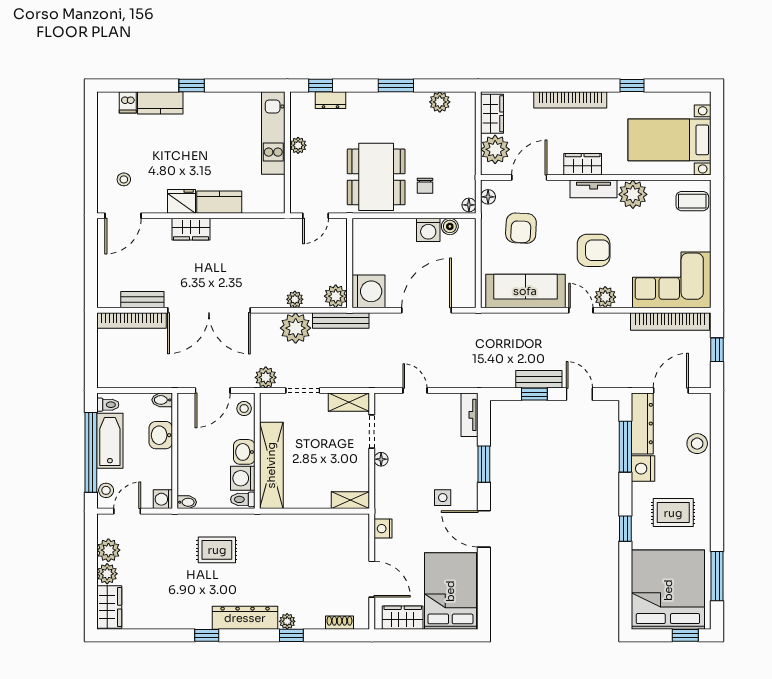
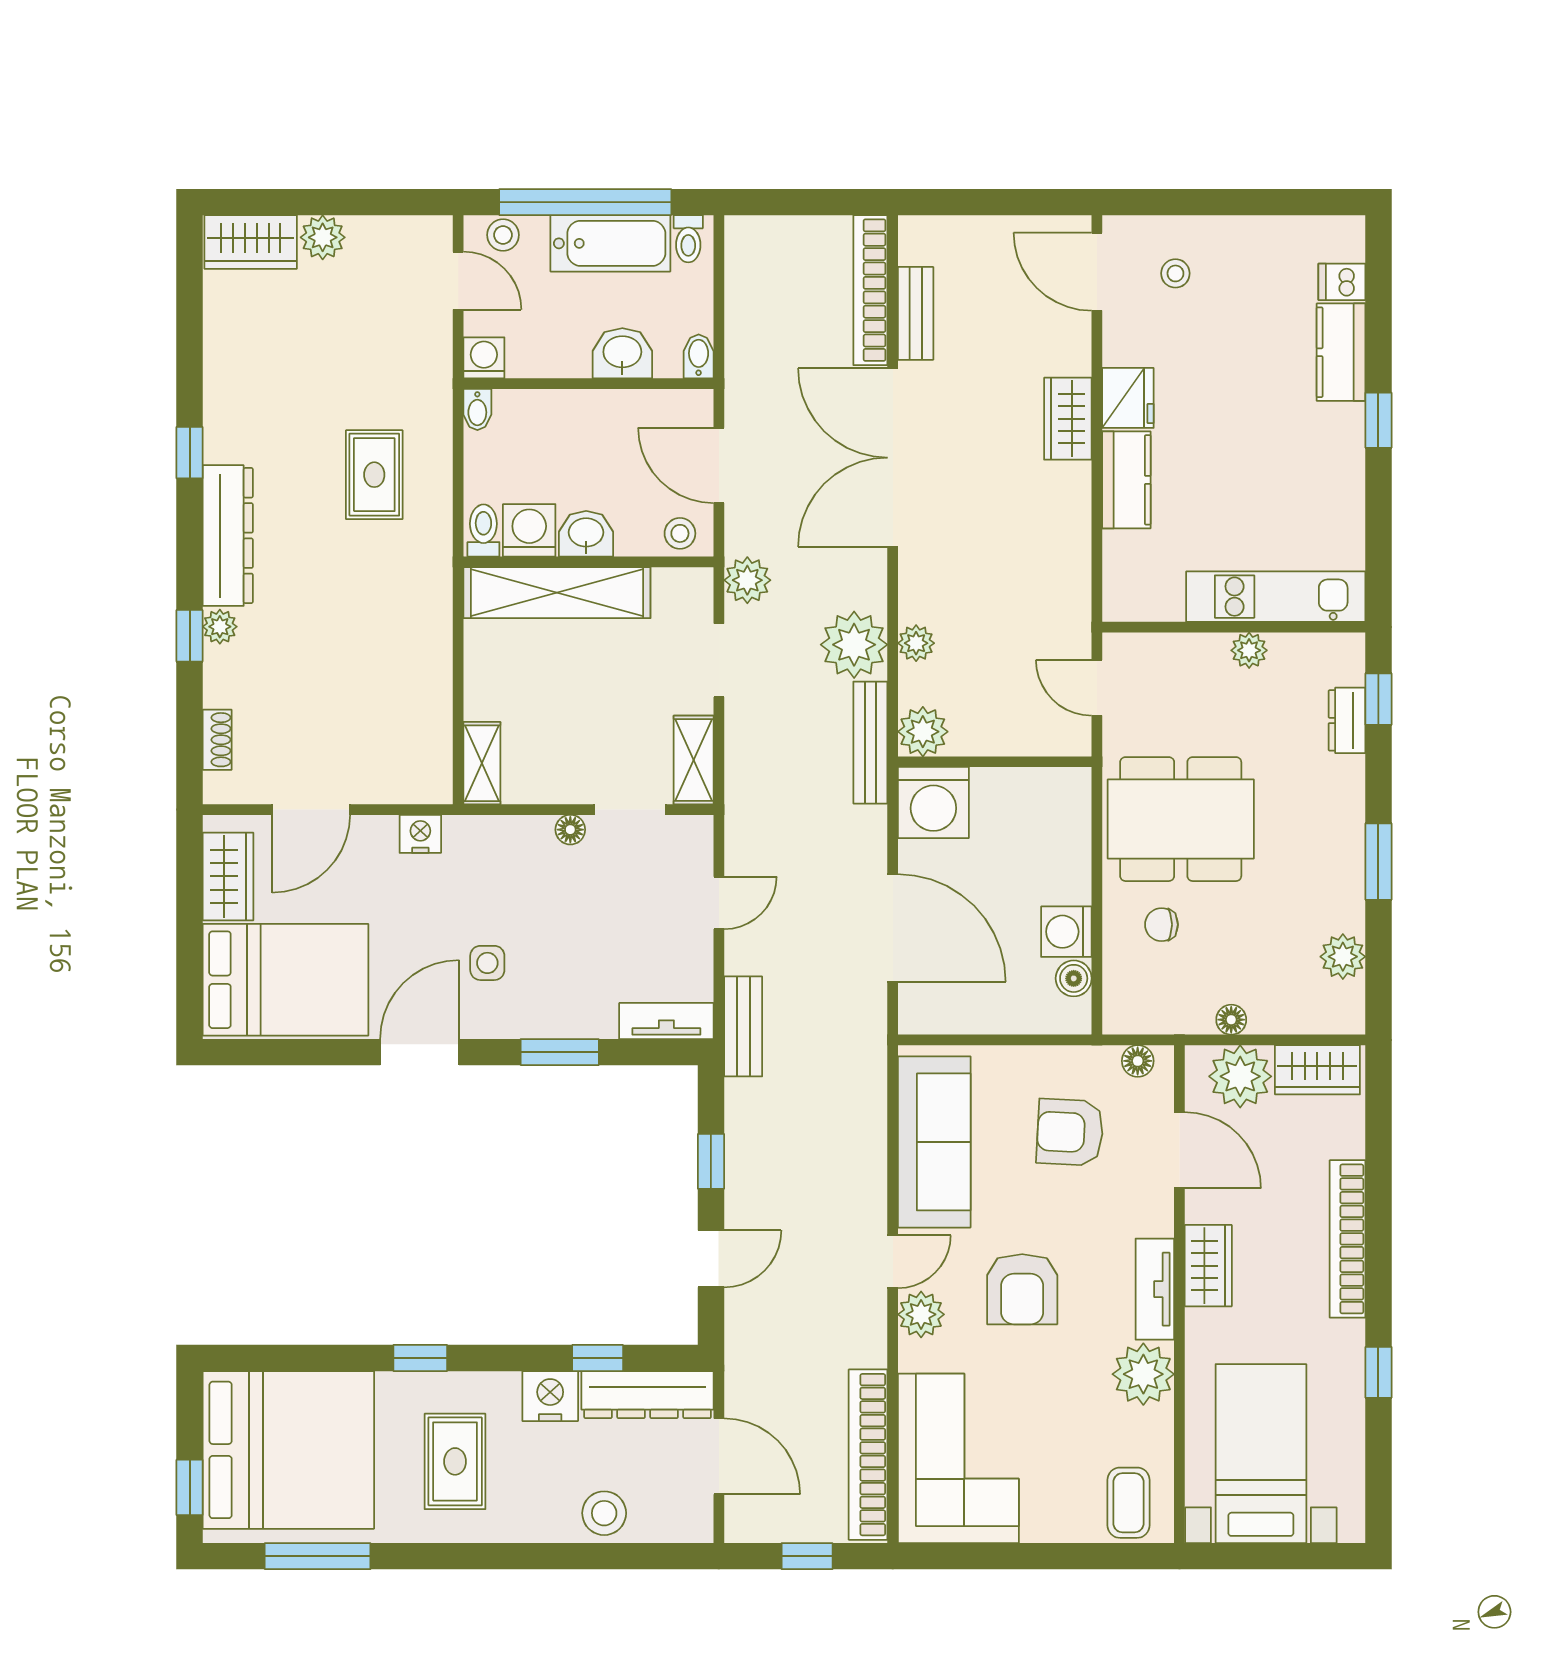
floor lamp: (469, 205) -> (1231, 1020), moved
bench: (539, 379) -> (743, 1026), moved
window: (625, 447) -> (598, 1358), width x0.46
plant: (108, 550) -> (374, 240), removed

